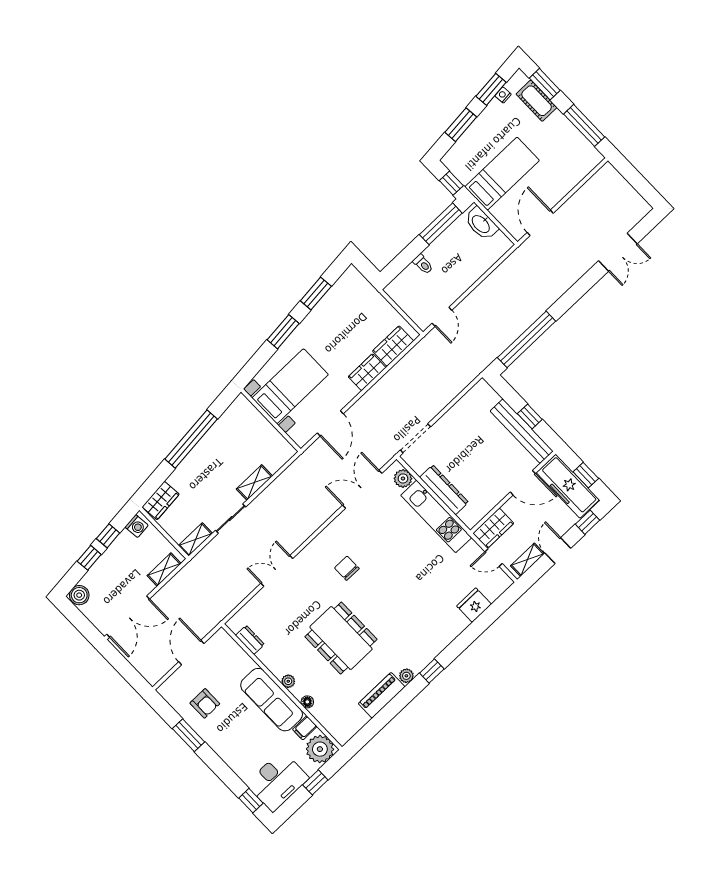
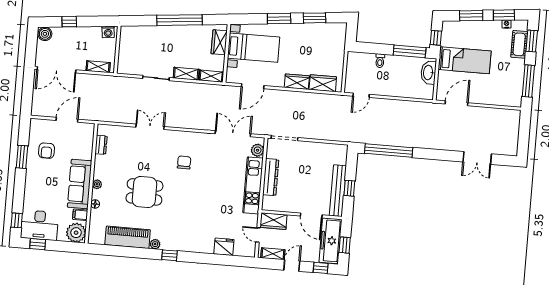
wardrobe: (161, 501) -> (219, 42), moved, turned 96
window: (108, 536) -> (90, 21), removed
shelving: (195, 539) -> (211, 76), moved
dining table: (341, 638) -> (144, 192), width x0.73
piano: (382, 695) -> (128, 237), width x1.37, depth x1.33
window: (315, 782) -> (38, 244), moved

